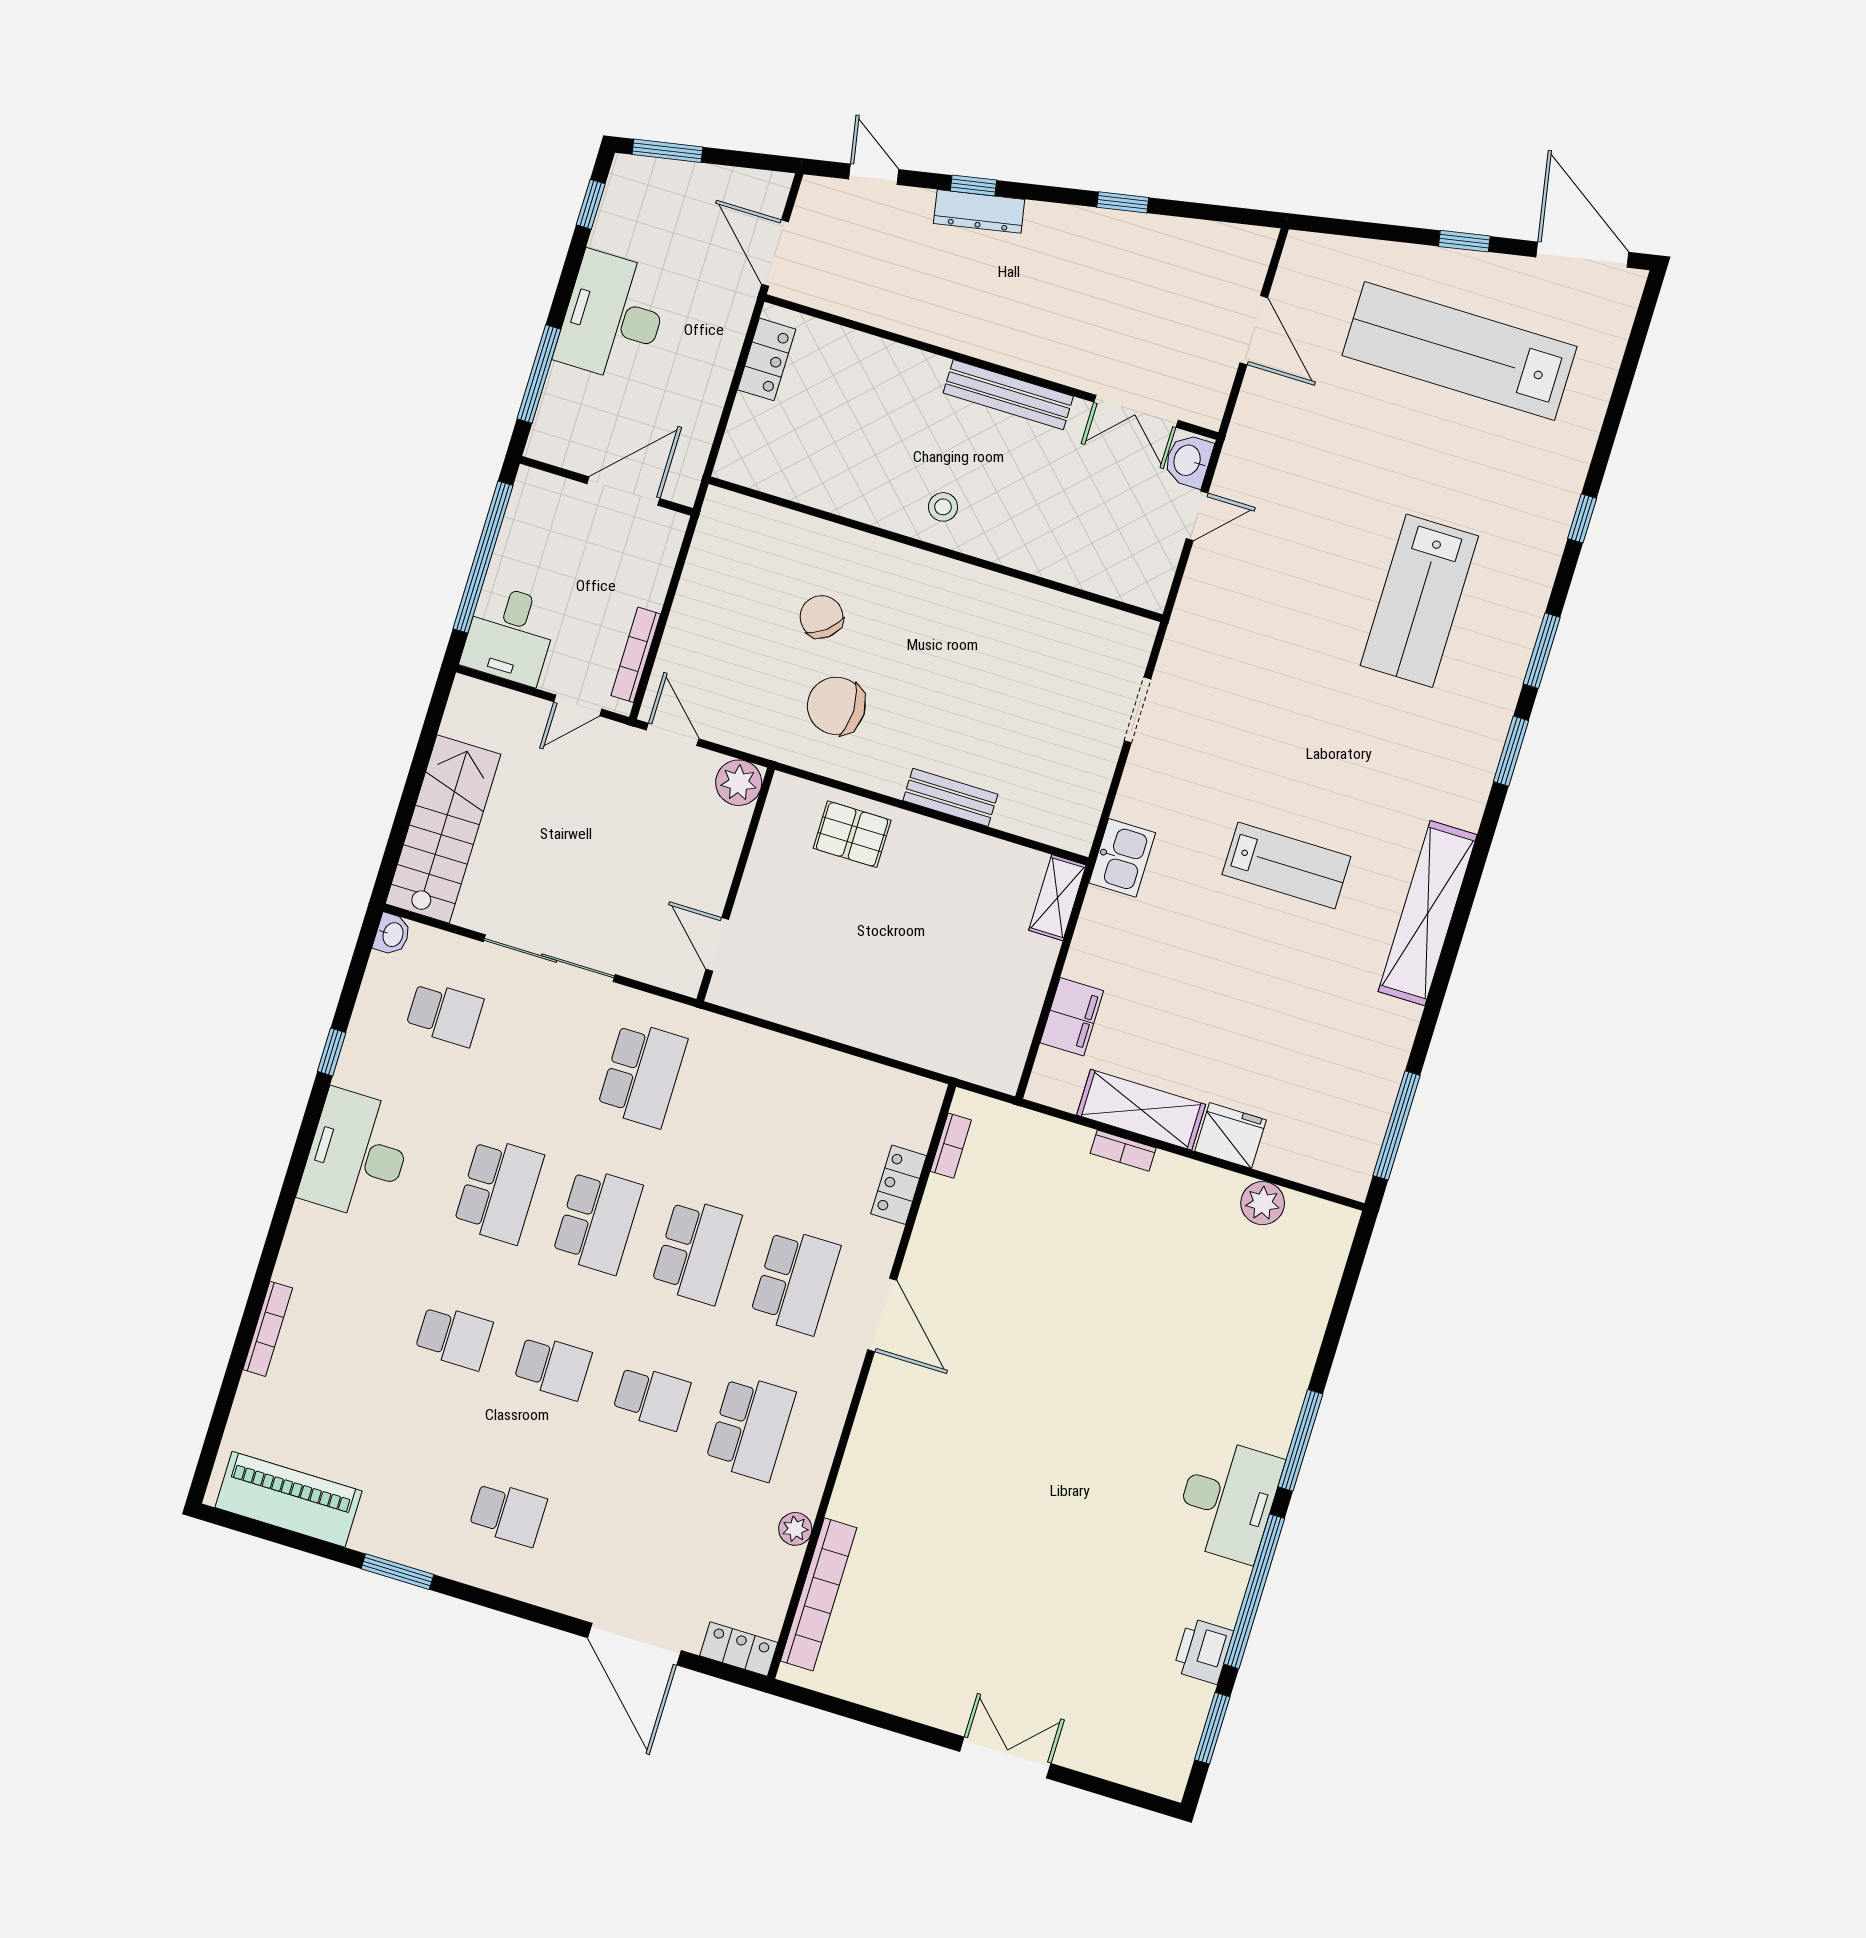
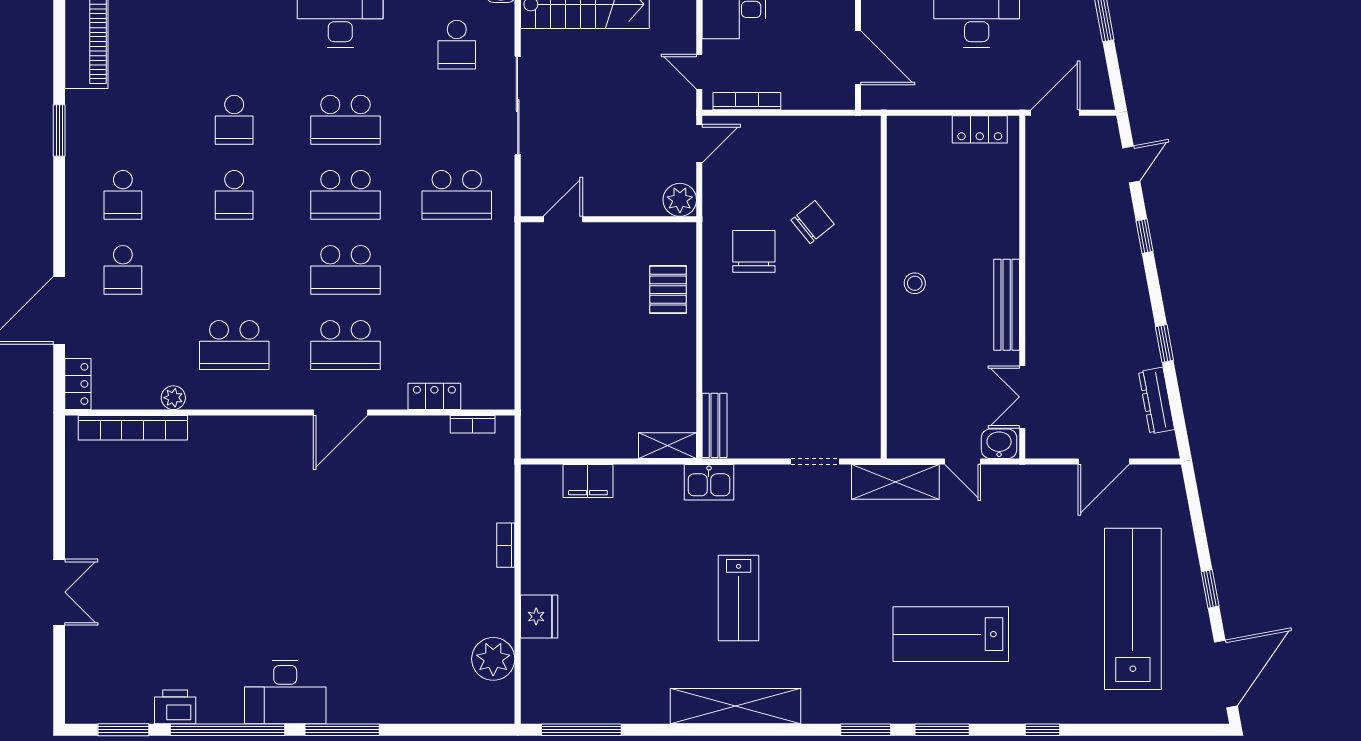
dresser: (979, 211) -> (1157, 401), moved
bench: (950, 797) -> (714, 425), moved
shelving: (1141, 1110) -> (895, 482), moved, turned 90
plant: (1263, 1203) -> (493, 659), width x1.36, depth x1.36
school desk: (652, 1397) -> (123, 270), moved

